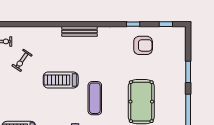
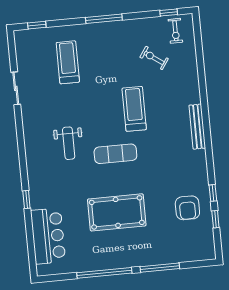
window: (166, 24) -> (215, 219), moved
window: (188, 72) -> (160, 268), width x1.44

